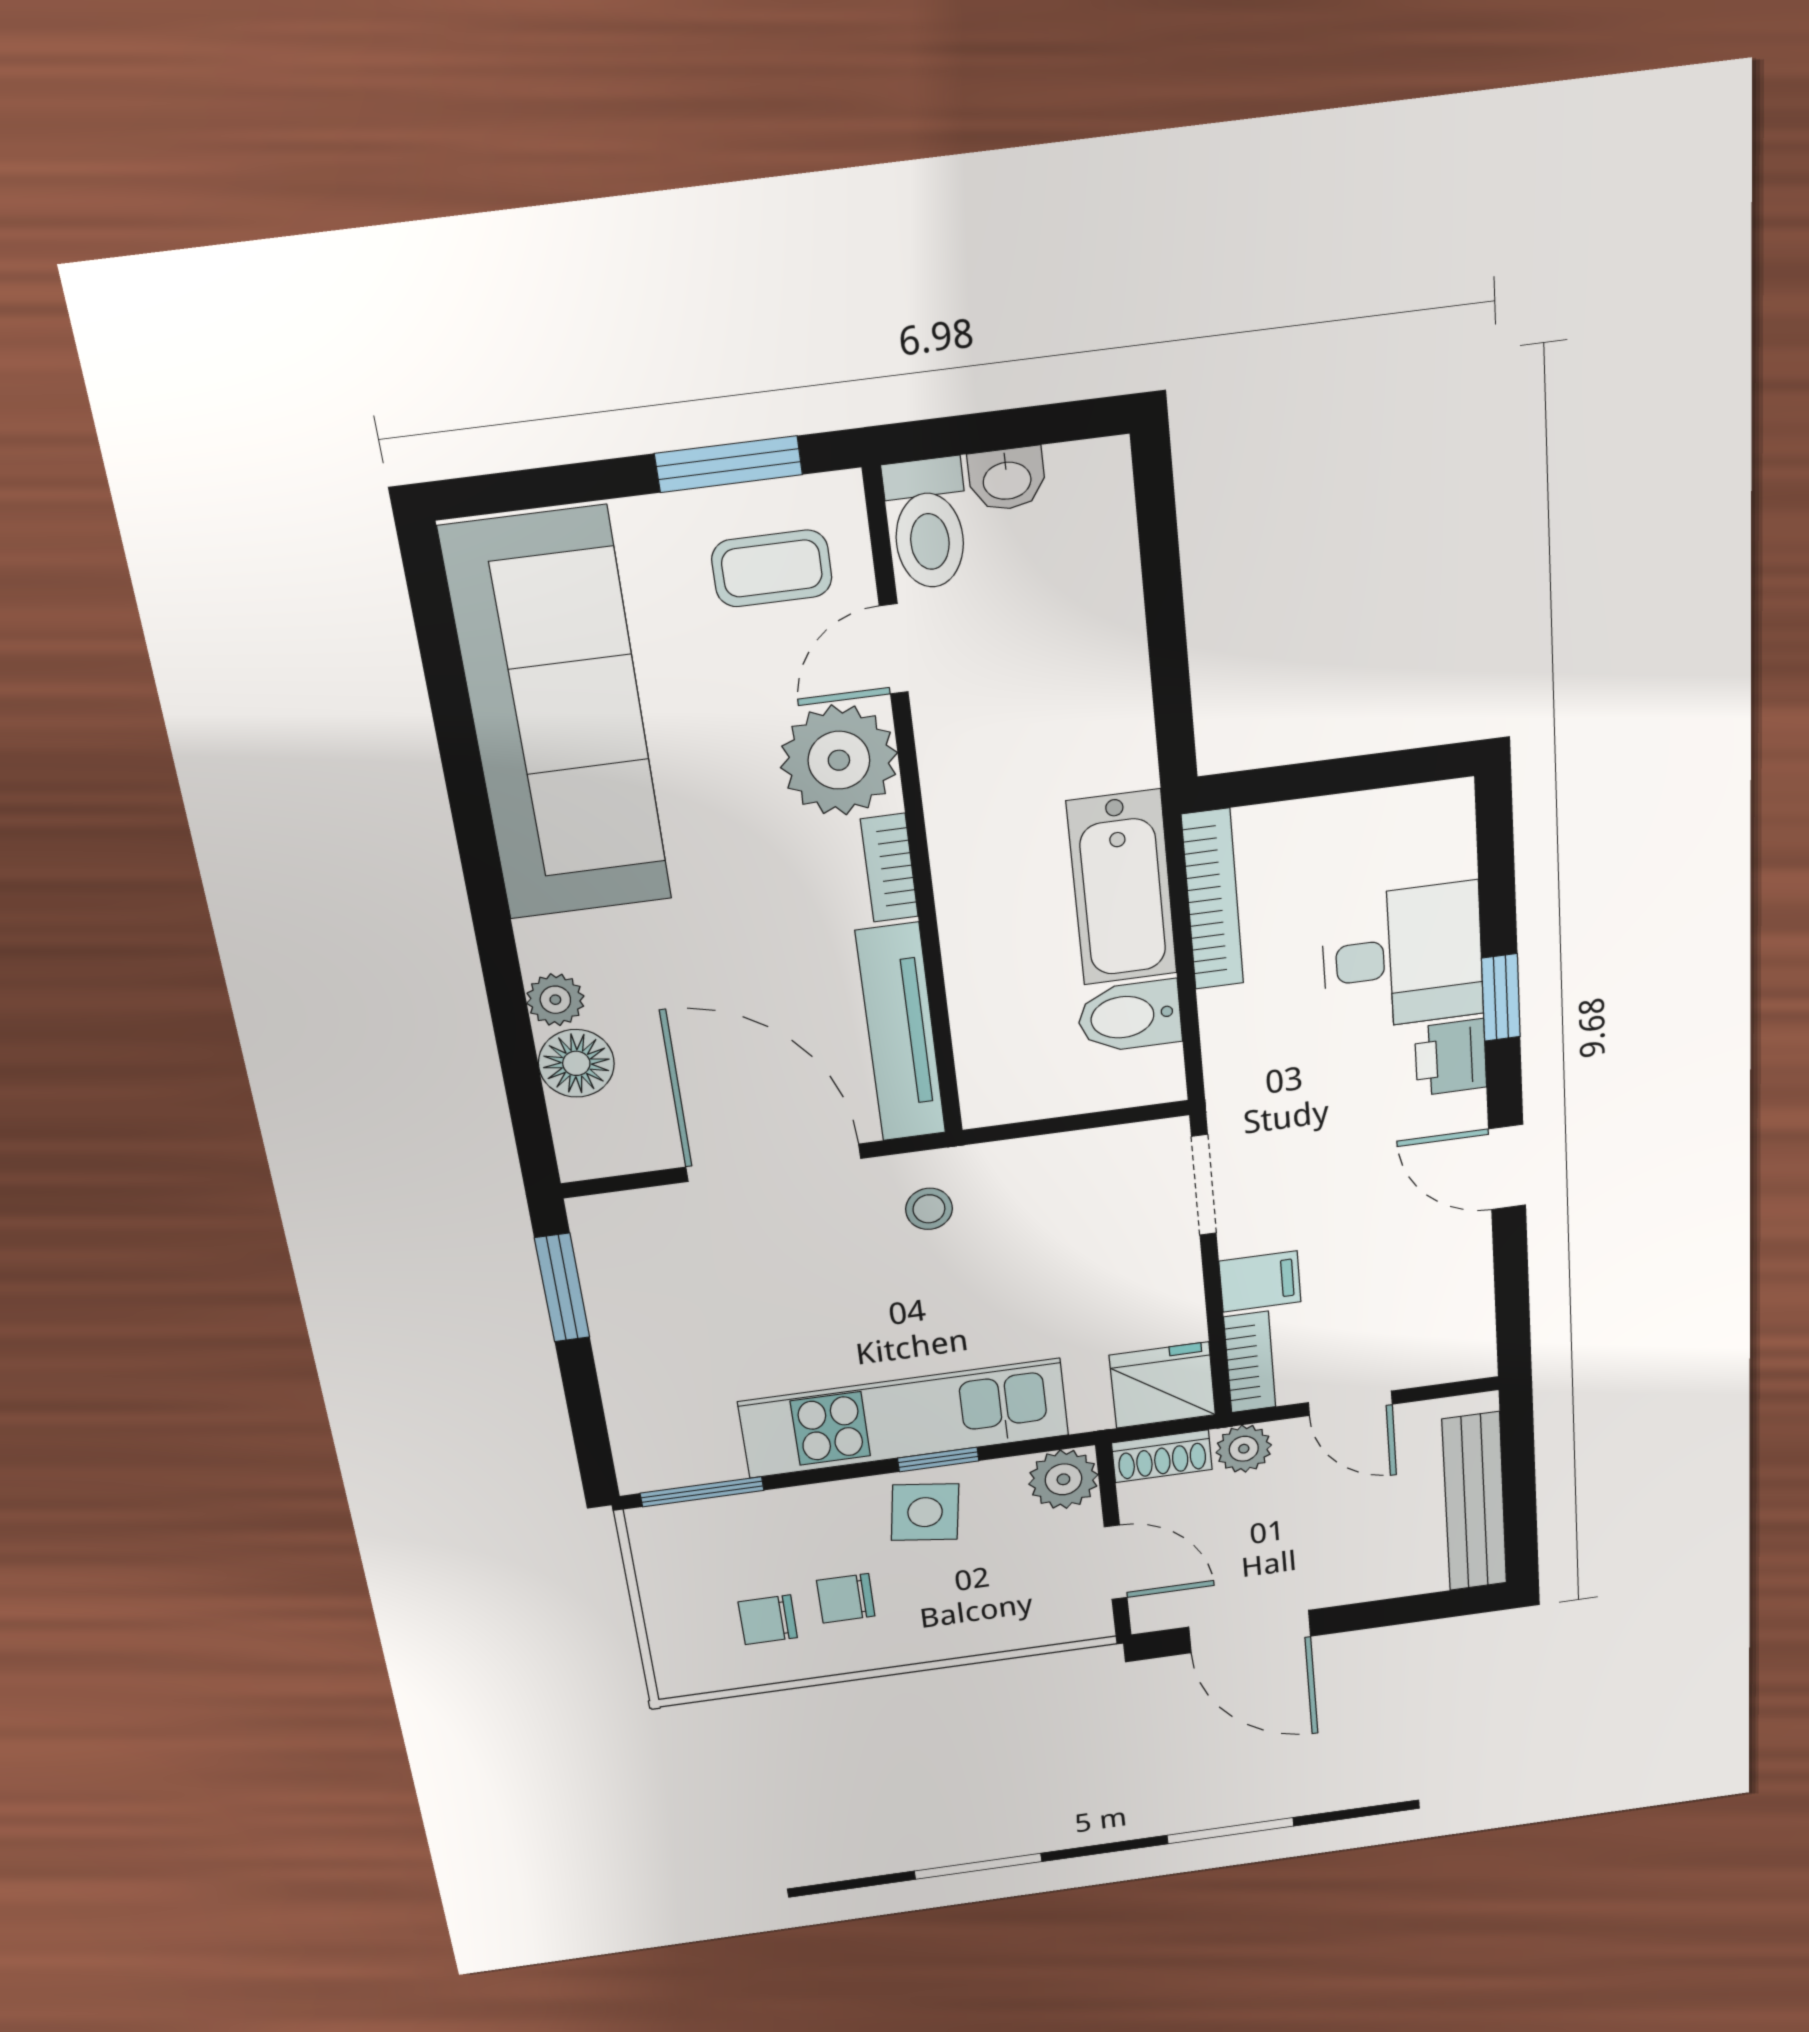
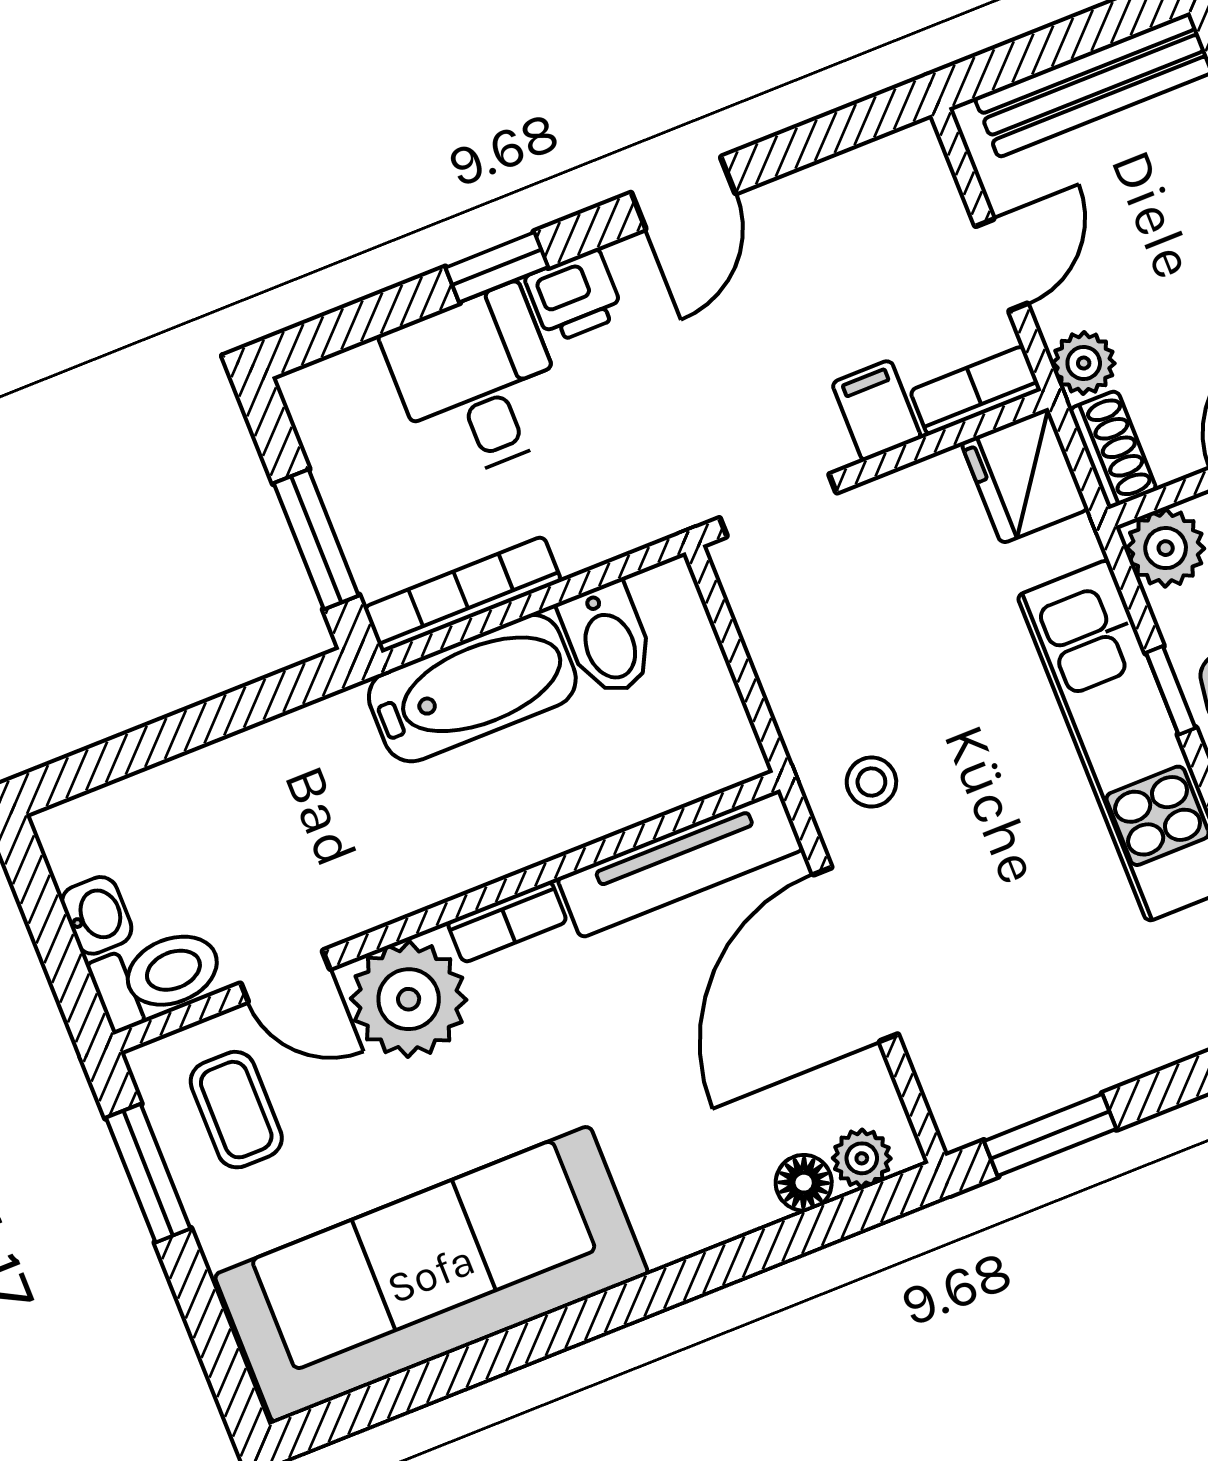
window: (1308, 780) -> (316, 539), added
plant: (555, 1000) -> (862, 1158), moved
floor lamp: (576, 1063) -> (804, 1183), width x0.73, depth x0.73

